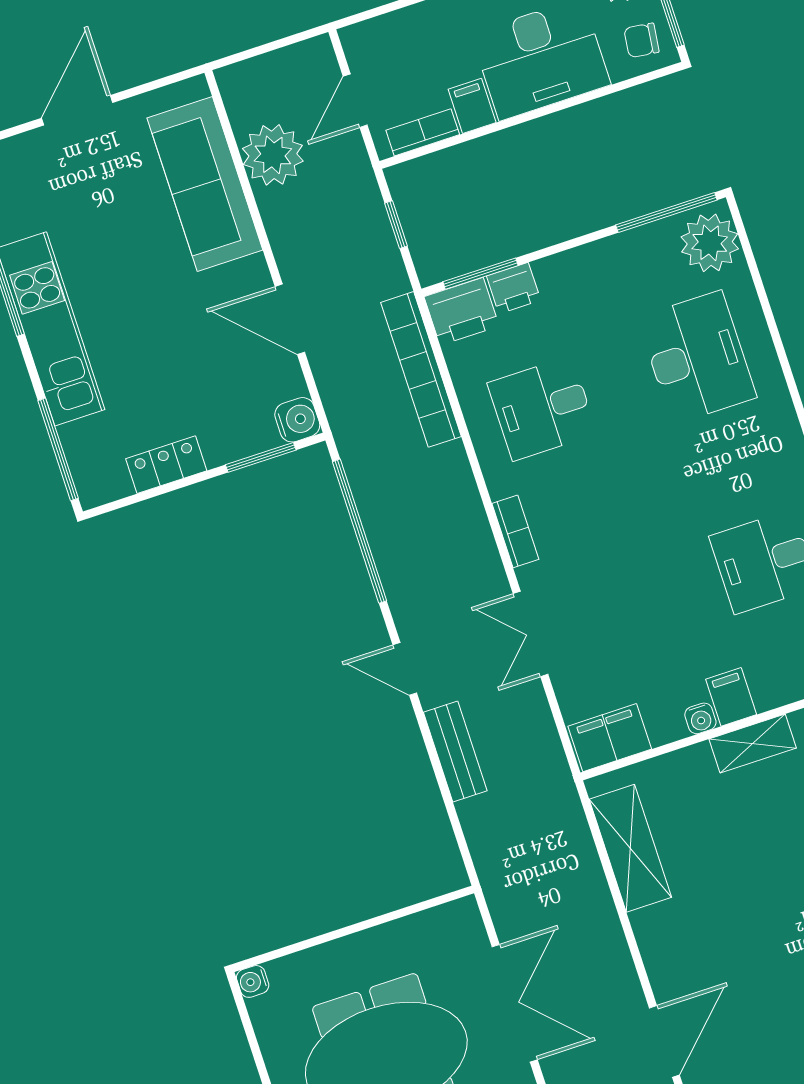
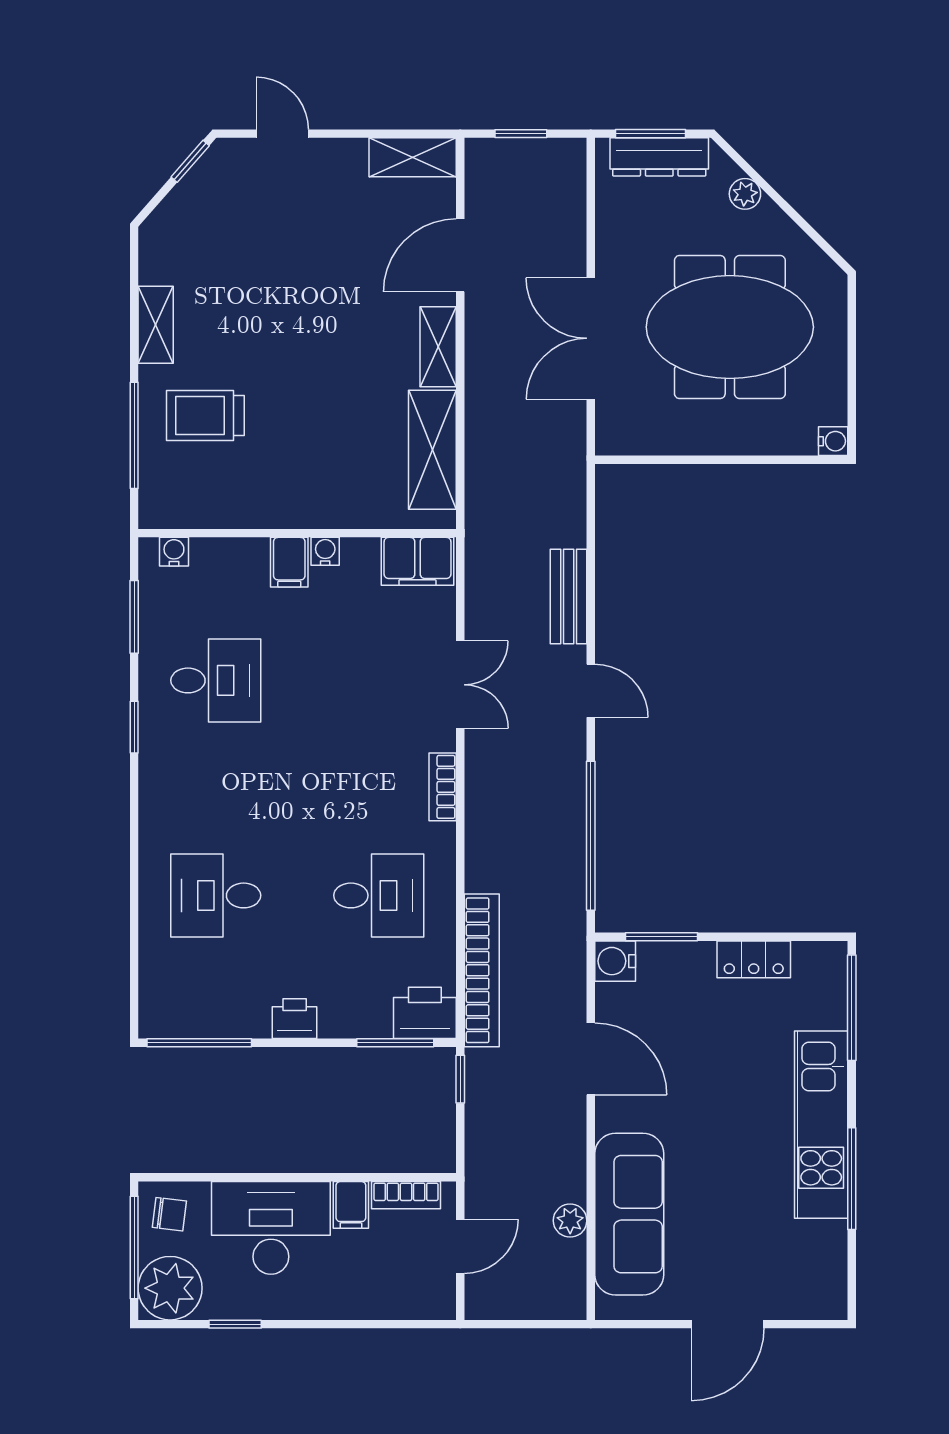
plant: (273, 155) -> (570, 1221), width x0.53, depth x0.53
window: (396, 225) -> (460, 1079), moved
plant: (710, 243) -> (168, 1000), removed
printer: (514, 288) -> (295, 1019), moved
desk: (697, 357) -> (216, 895), width x0.73
shelving: (753, 744) -> (438, 347), moved, turned 90

